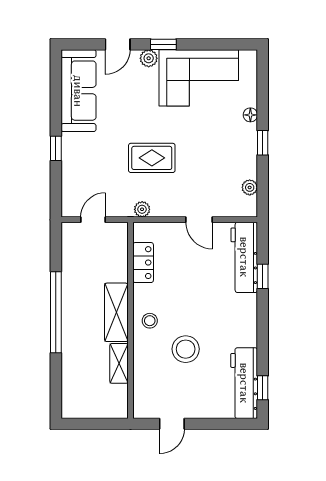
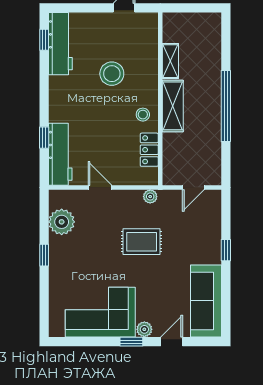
floor lamp: (250, 115) -> (55, 280), removed
plant: (250, 187) -> (62, 222), width x1.88, depth x1.88
stool: (150, 321) -> (143, 115), moved

